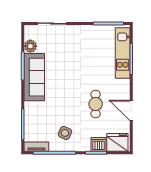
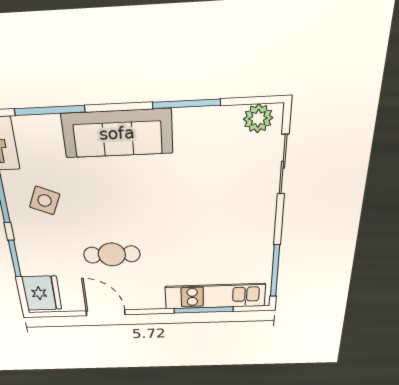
plant: (30, 46) -> (258, 118), moved
sofa: (34, 77) -> (117, 133), moved
door: (131, 110) -> (106, 313), hinge flipped
dishwasher: (98, 144) -> (32, 262), removed

